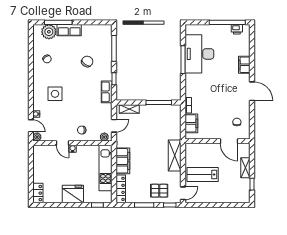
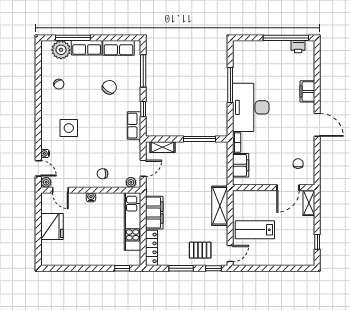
row of seats: (94, 30) -> (118, 48), added
desk: (199, 54) -> (251, 107), moved
door: (229, 141) -> (288, 188), hinge flipped
door: (62, 143) -> (60, 190), moved
shelving: (245, 168) -> (309, 203), moved
locker: (38, 193) -> (47, 253), removed
fridge: (73, 194) -> (52, 227), moved, turned 90

